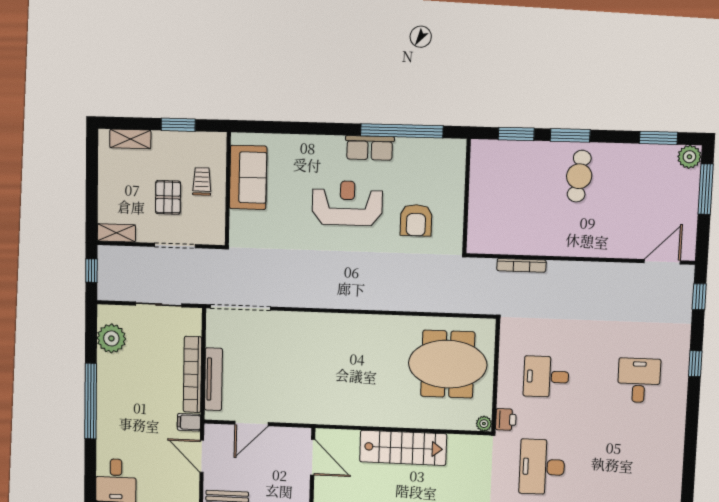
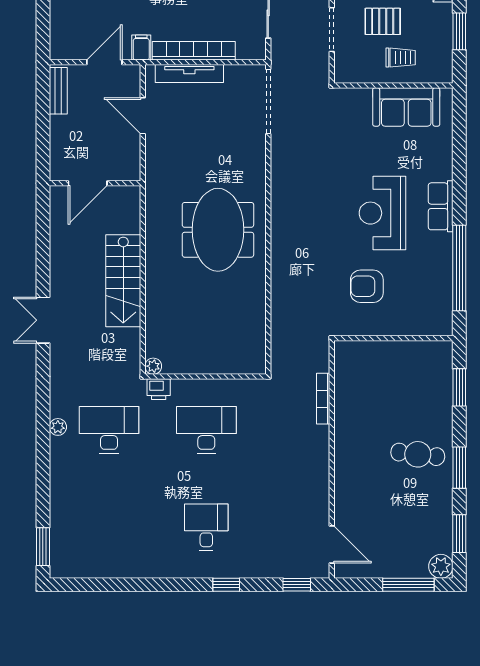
window: (570, 135) -> (459, 468), moved
row of seats: (370, 148) -> (441, 206), moved
reception desk: (347, 203) -> (382, 213), turned 180
meeting table: (448, 364) -> (218, 230), moved
desk: (546, 377) -> (206, 430), width x1.37
desk: (639, 380) -> (206, 527), turned -90
door: (313, 457) -> (88, 183), moved

